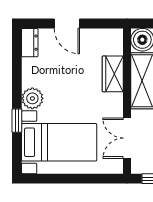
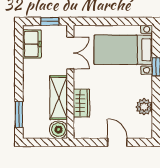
dresser: (30, 43) -> (146, 127), removed
plant: (32, 98) -> (144, 107), moved

